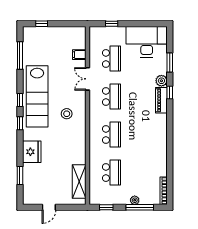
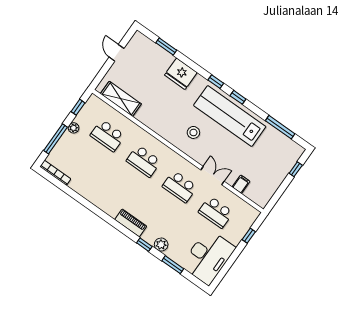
piano: (161, 100) -> (131, 223), moved
plant: (135, 200) -> (74, 128), moved

